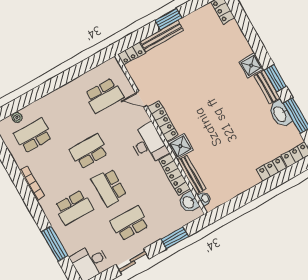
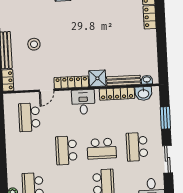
stool: (183, 62) -> (34, 44), added
school desk: (104, 95) -> (29, 117), turned 180
desk: (148, 144) -> (83, 102), width x0.73

